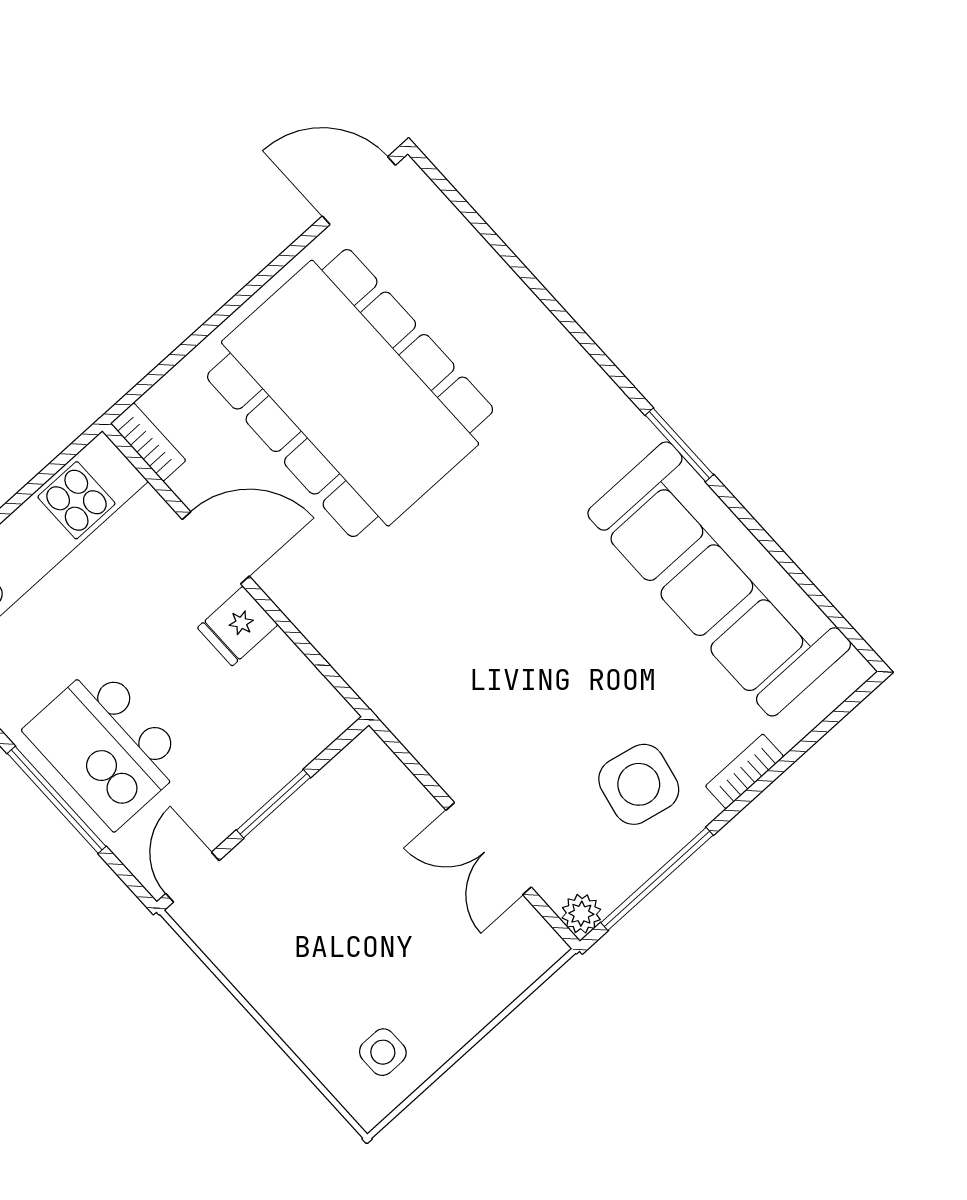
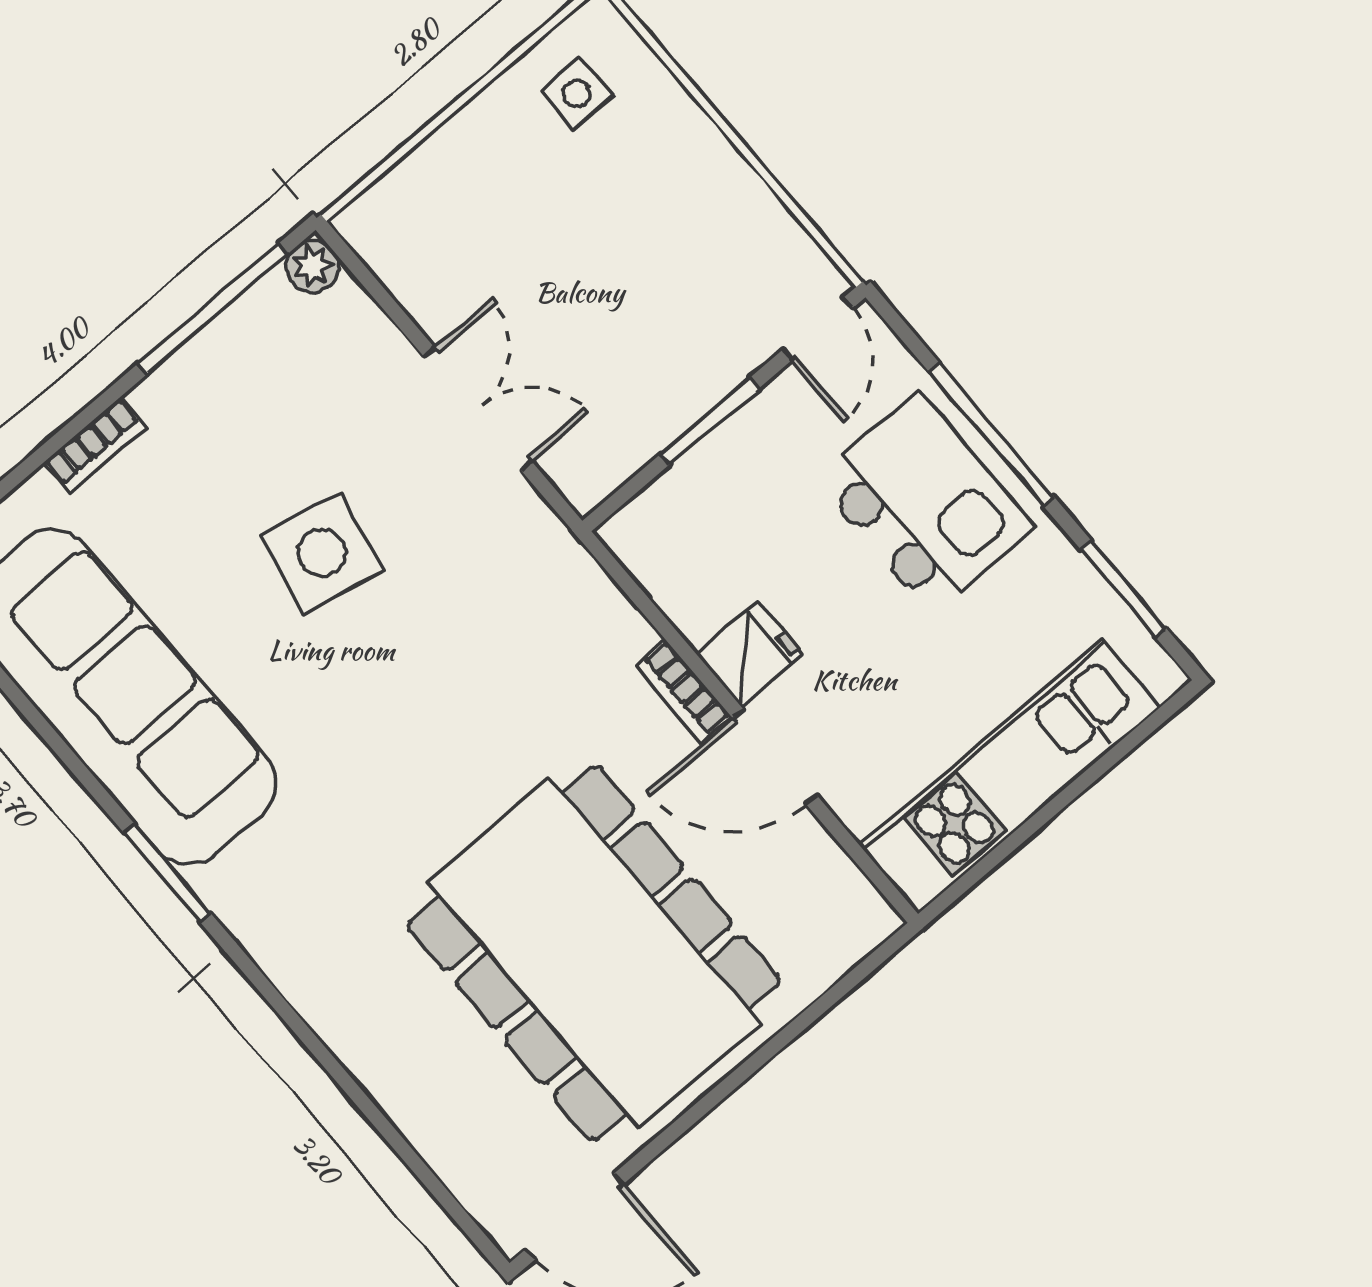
bookcase: (148, 442) -> (683, 691), moved
side table: (639, 784) -> (322, 553), moved
double door: (489, 849) -> (478, 409), moved

